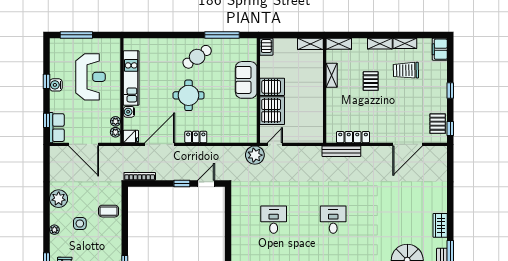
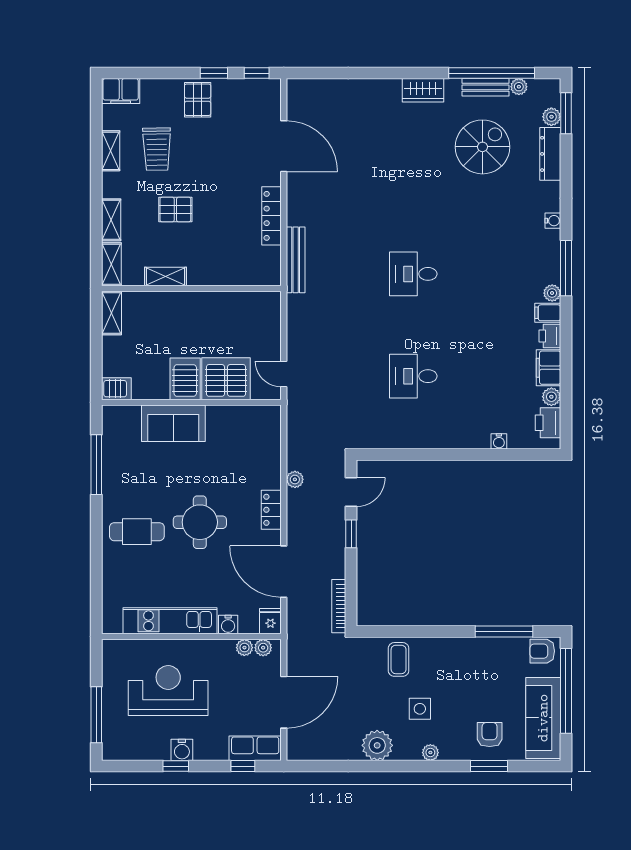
shelving: (380, 44) -> (111, 220), moved
cafe table: (197, 57) -> (137, 532), moved, turned -55
window: (450, 91) -> (214, 73), moved
pallet: (438, 124) -> (198, 100), moved, turned 90
locker: (353, 137) -> (271, 216), moved
plant: (255, 155) -> (295, 479), moved, width x0.53, depth x0.53
door: (206, 183) -> (351, 492), swing flipped

